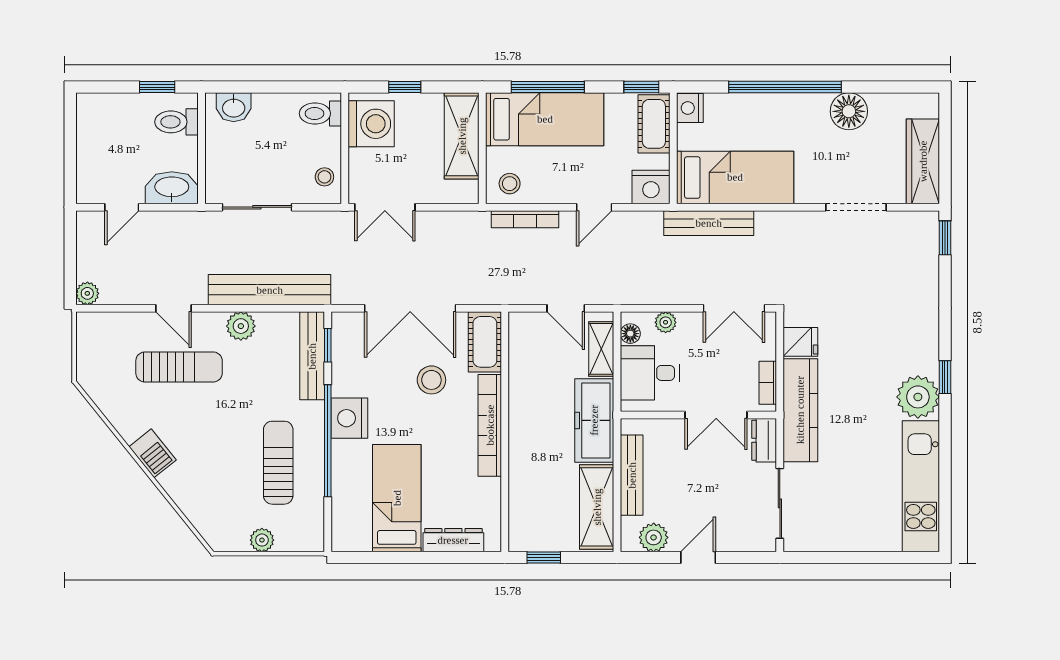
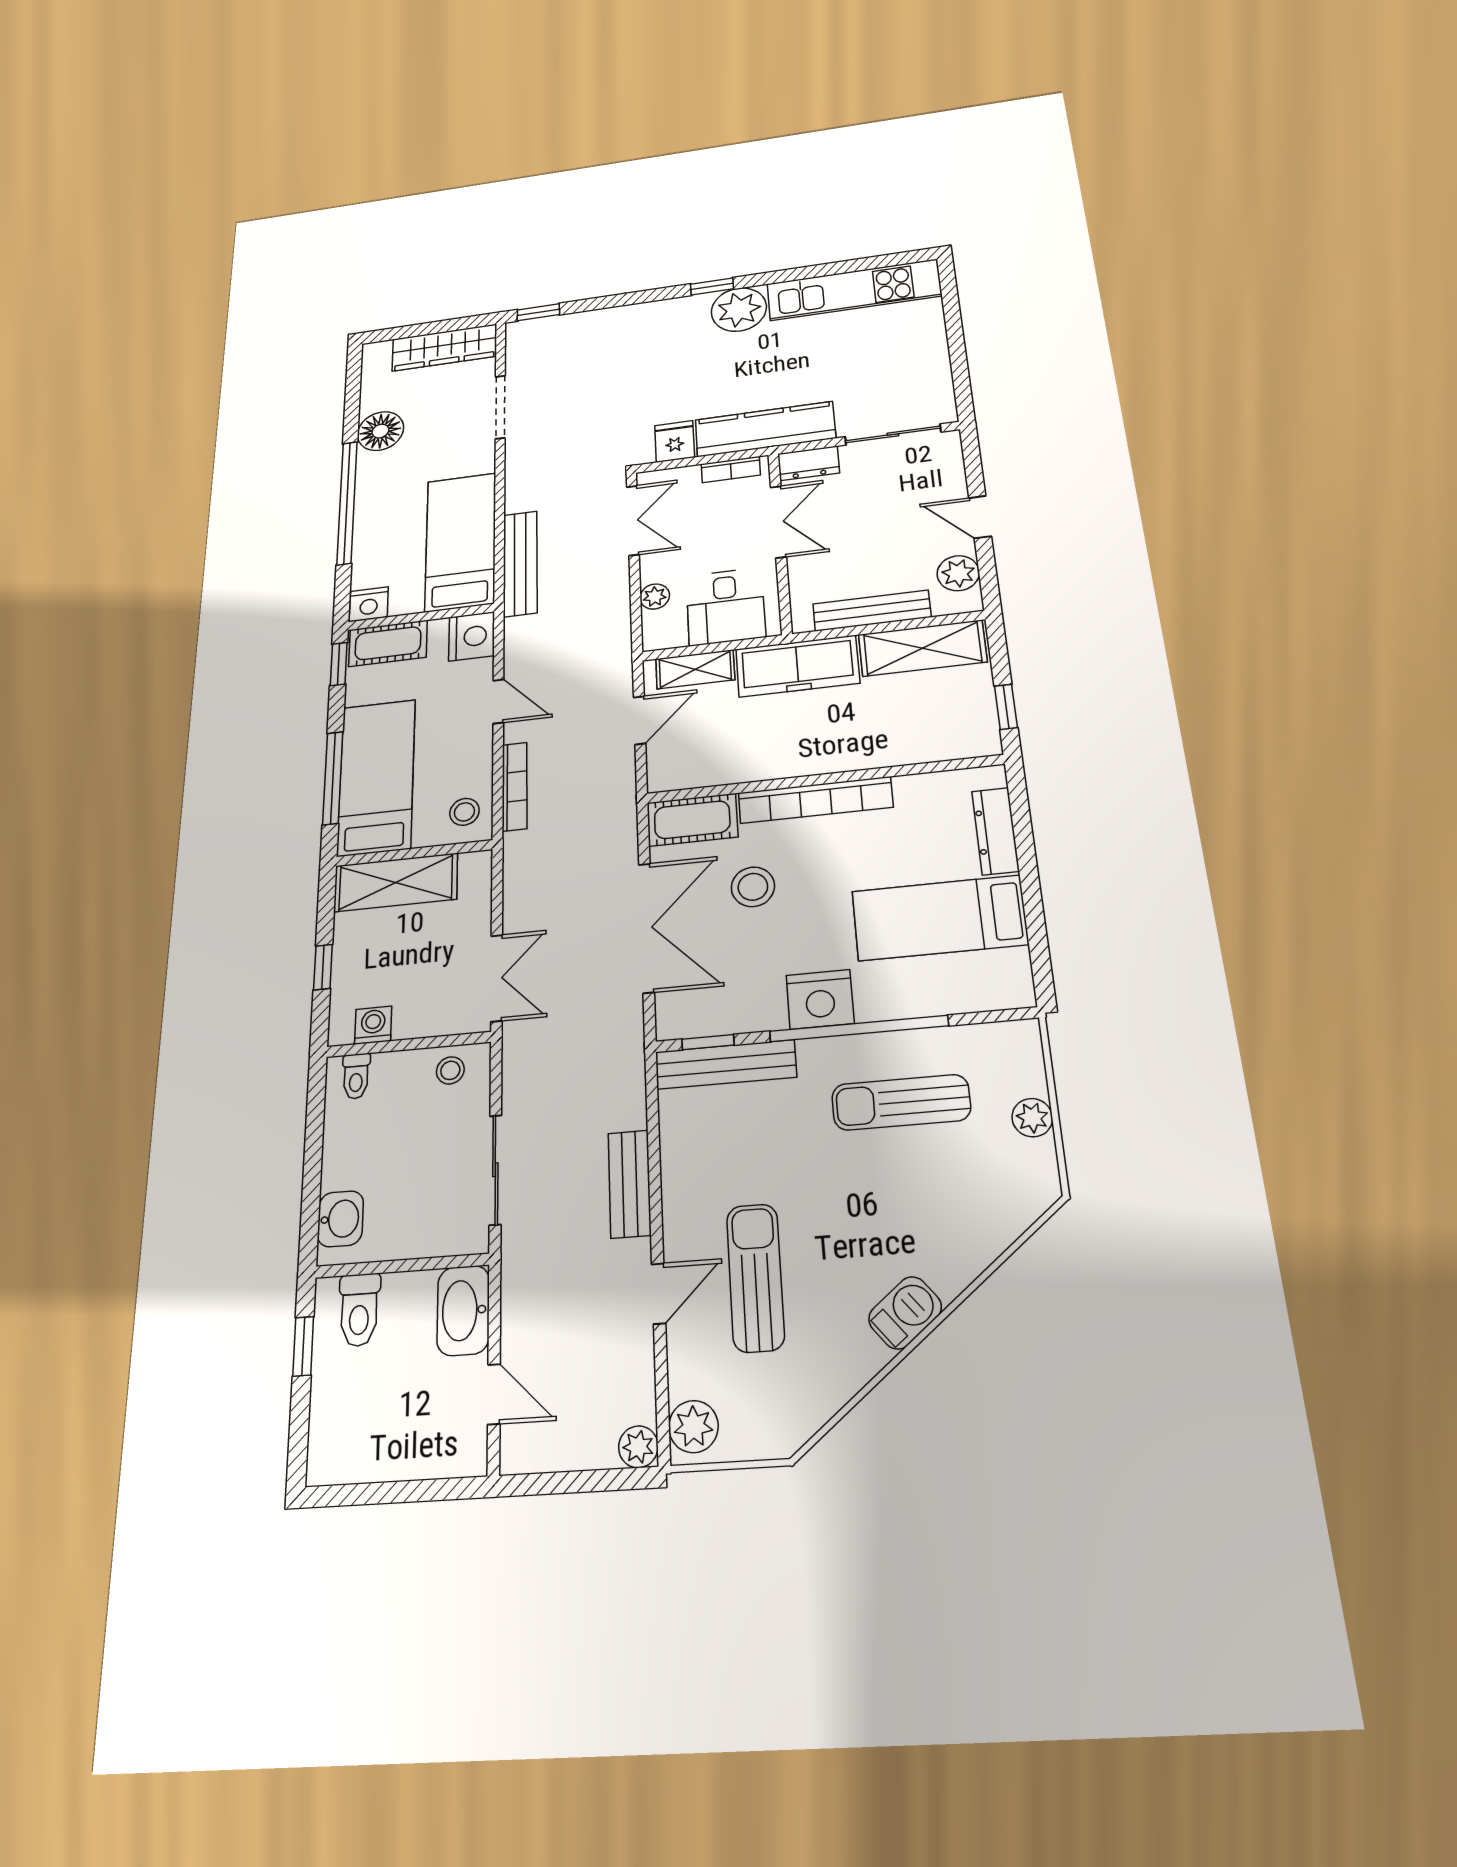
toilet: (320, 113) -> (356, 1076), width x0.73, depth x0.72
washing machine: (371, 124) -> (373, 1025), width x0.53, depth x0.53
bench: (270, 290) -> (630, 1184), width x0.54, depth x0.82
plant: (241, 326) -> (693, 1427), moved
floor lamp: (630, 334) -> (672, 637), removed

